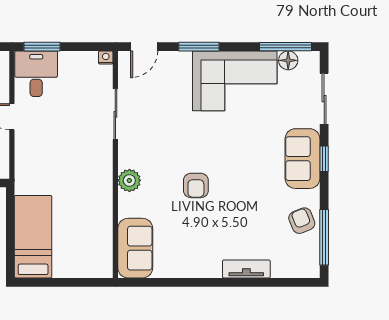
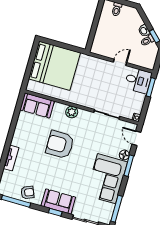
floor lamp: (288, 60) -> (124, 155), moved
armchair: (196, 185) -> (60, 145), width x1.88, depth x1.88
bed: (33, 237) -> (54, 66), width x2.04

